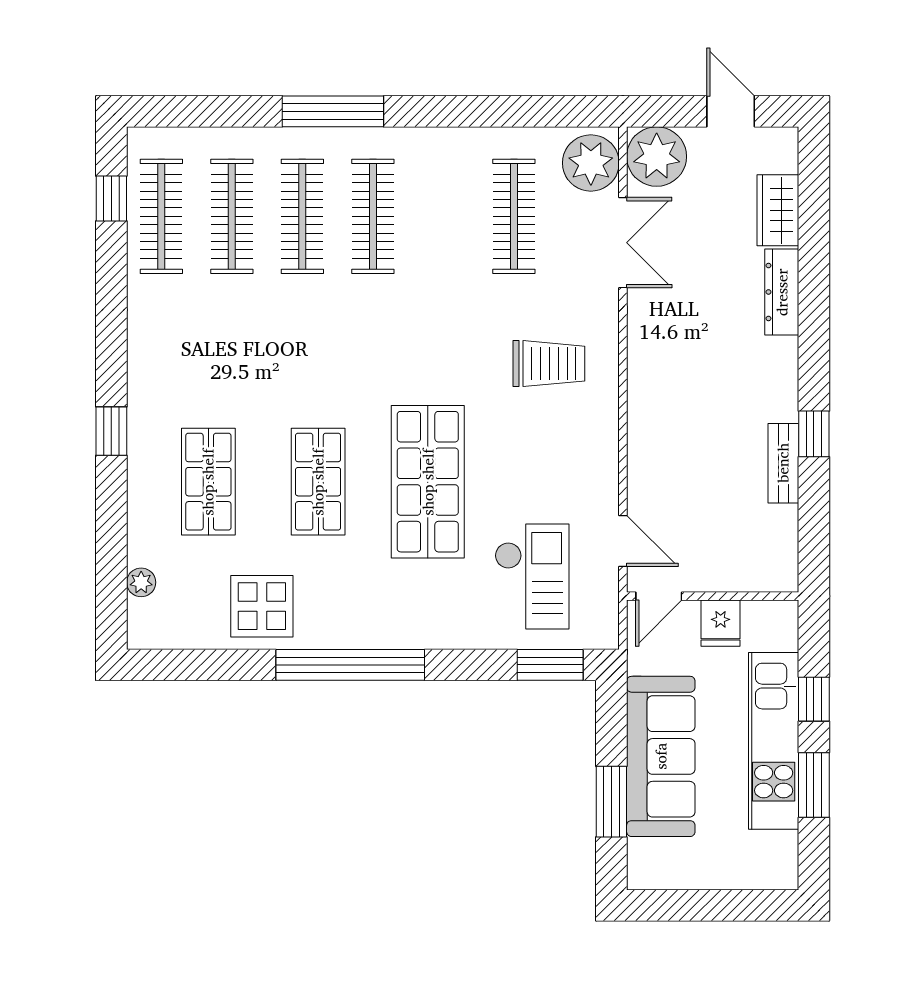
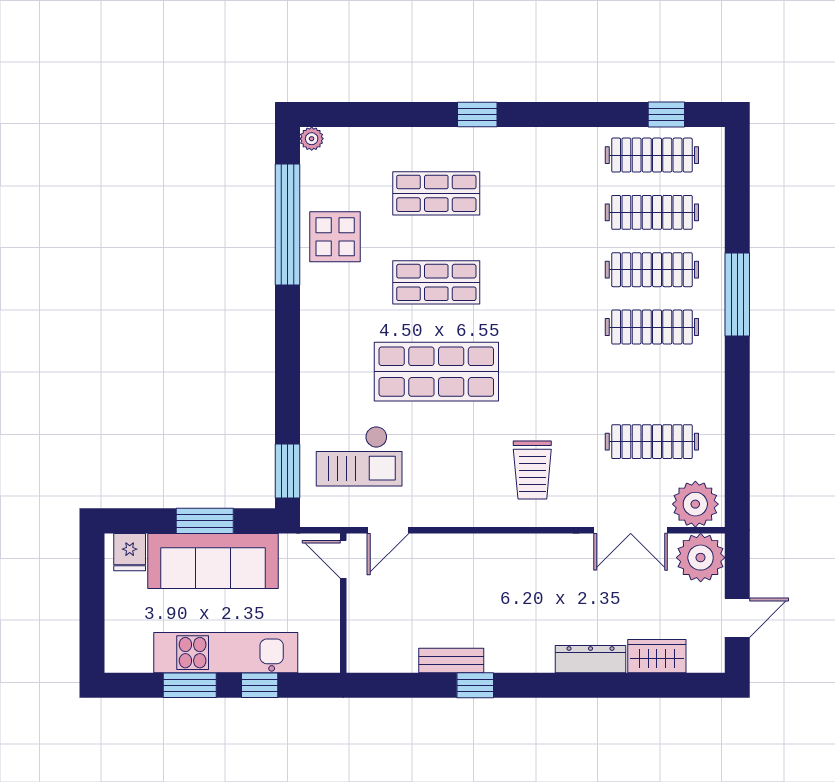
plant: (141, 582) -> (312, 139), moved
fridge: (721, 623) -> (130, 552), moved, turned -90
window: (350, 665) -> (287, 224), moved
window: (611, 802) -> (205, 521), moved

